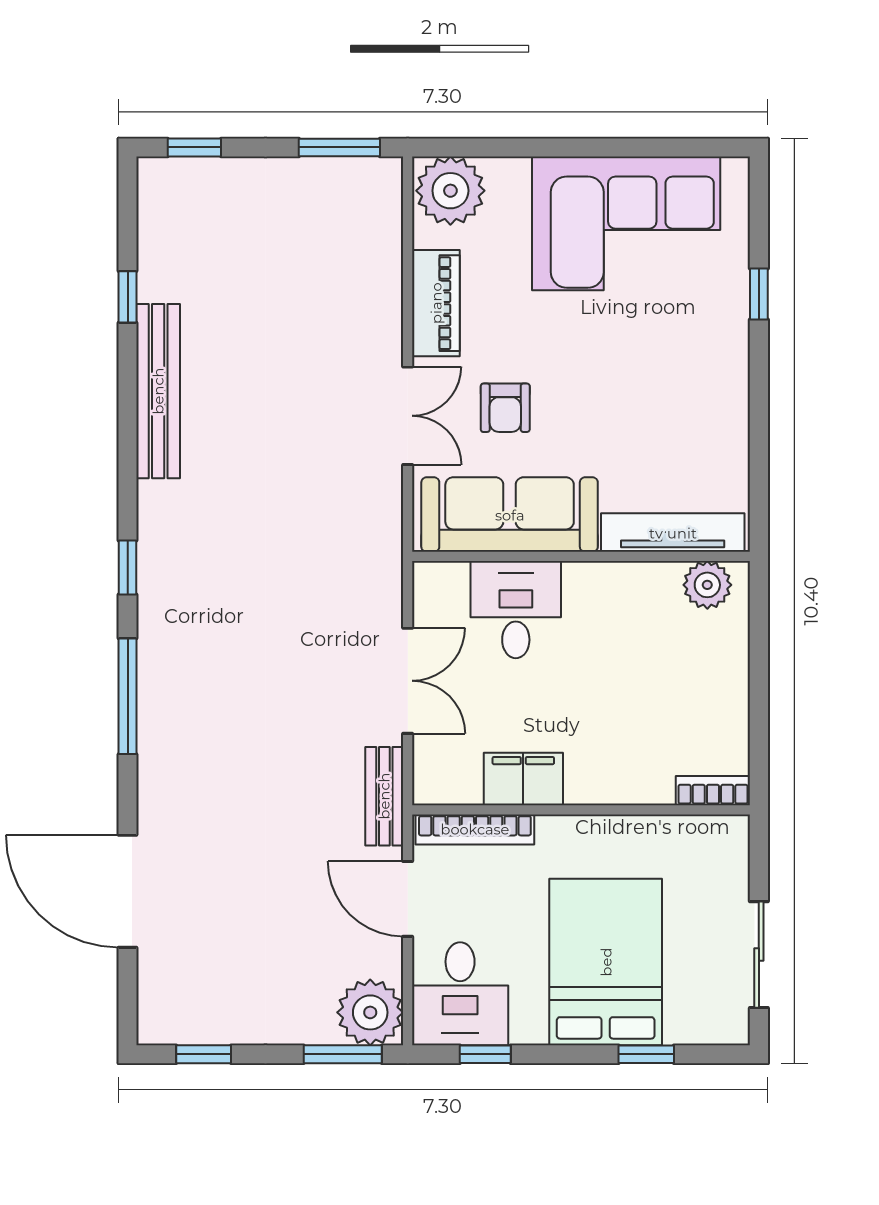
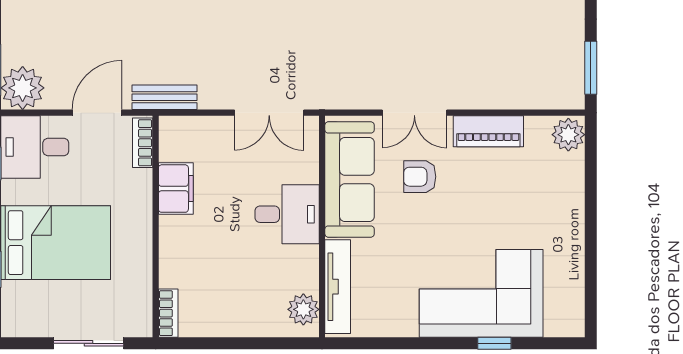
plant: (450, 191) -> (568, 135), width x0.73, depth x0.73
corner sofa: (626, 223) -> (481, 293), moved, turned 90
desk: (516, 610) -> (287, 214), moved
double door: (408, 681) -> (269, 113), moved
bookcase: (475, 829) -> (143, 143), width x0.64
sliding door: (759, 955) -> (89, 343), moved

